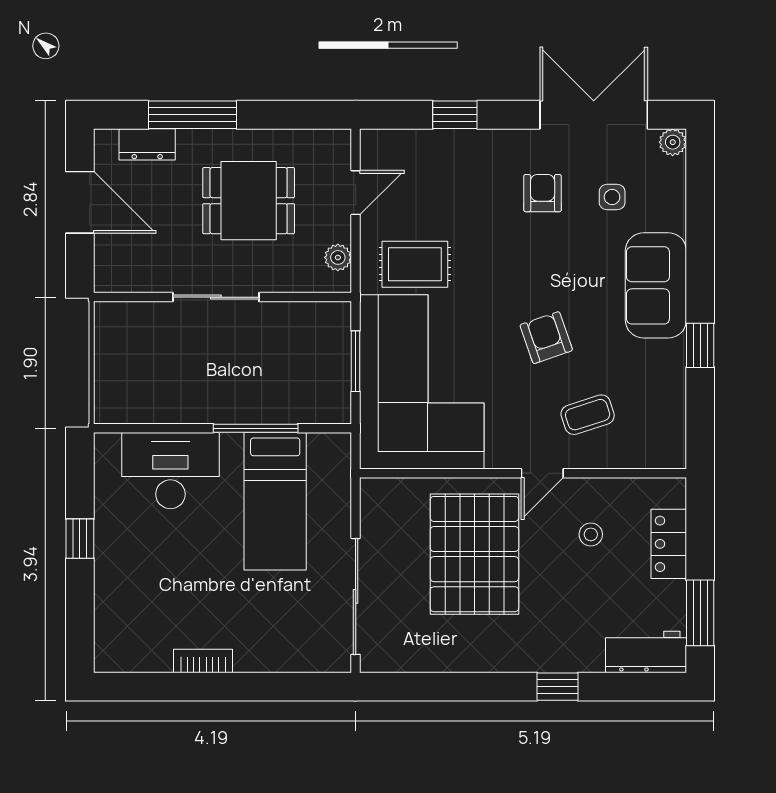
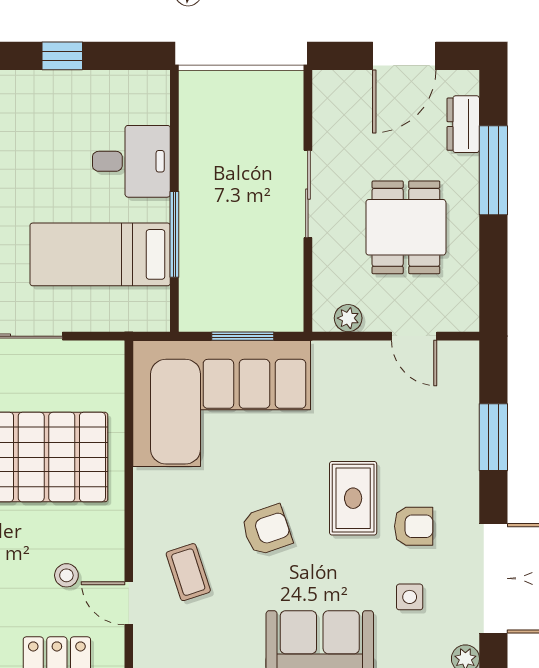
window: (455, 115) -> (493, 437), width x1.50
rug: (415, 264) -> (353, 498), moved
desk: (170, 471) -> (131, 161), width x0.73
door: (542, 473) -> (129, 603), moved

